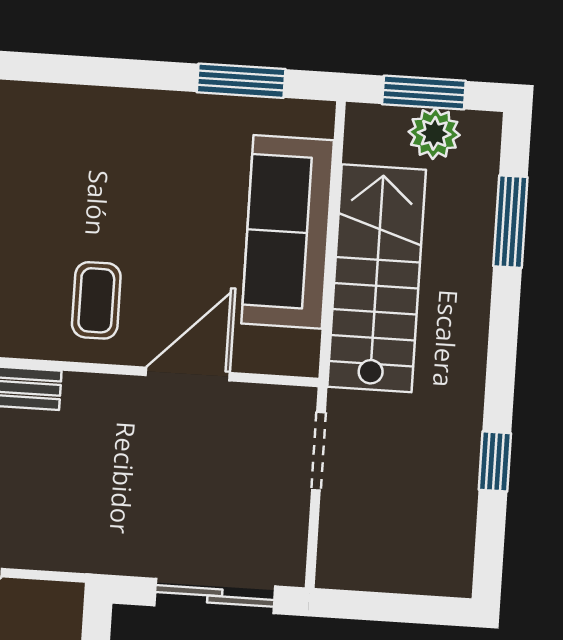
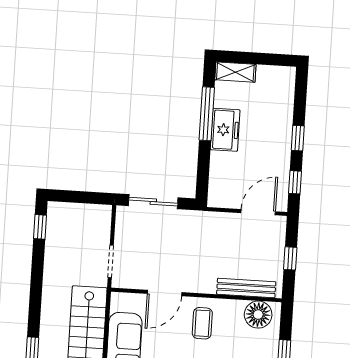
window: (495, 461) -> (40, 227), moved

